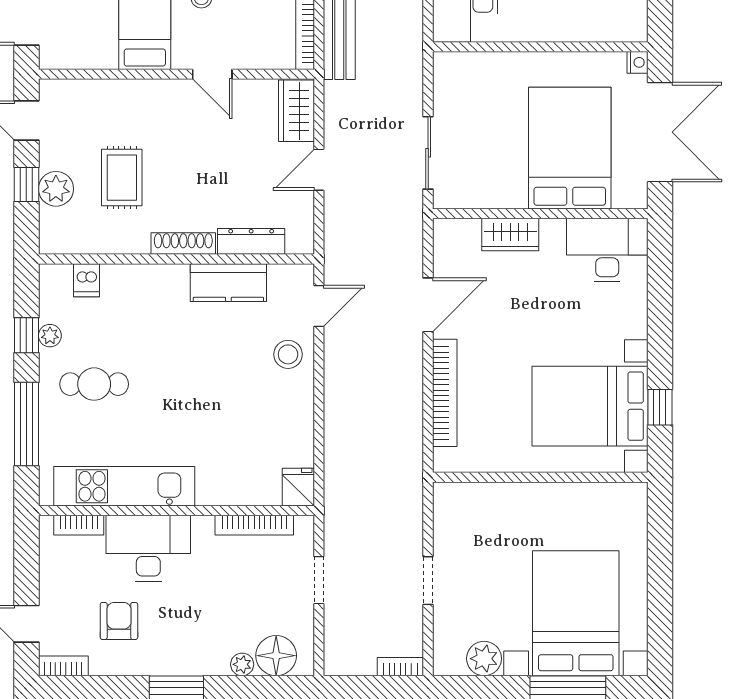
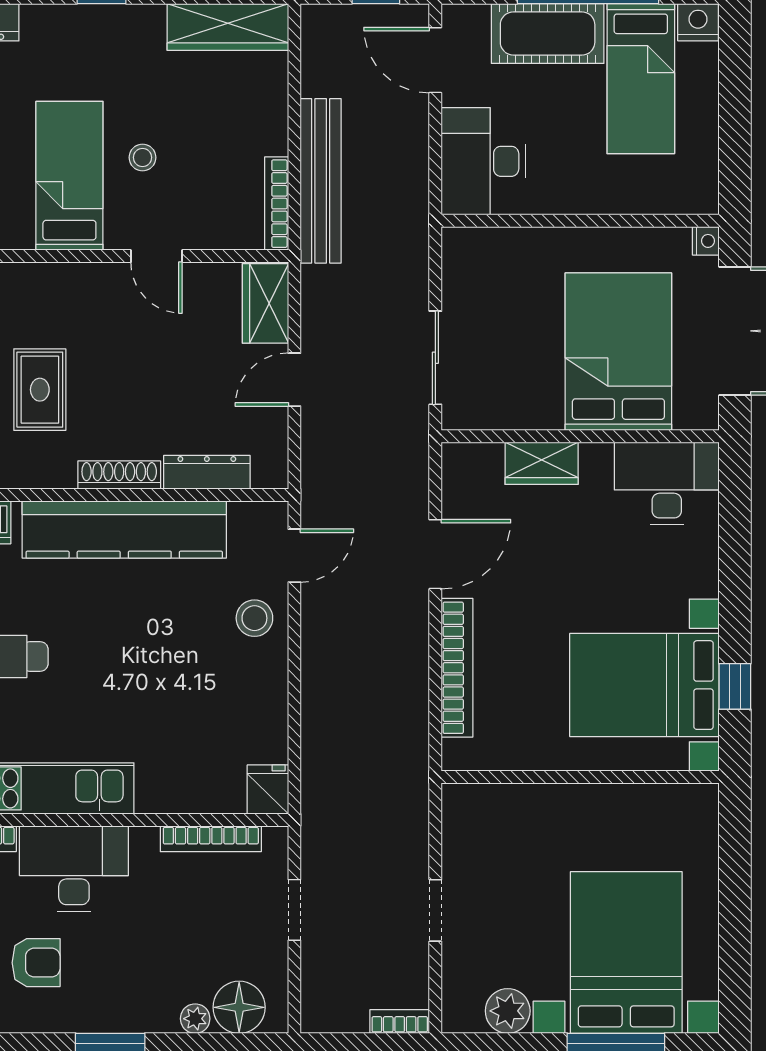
kitchen counter: (228, 283) -> (124, 529), width x2.08, depth x1.17
armchair: (119, 621) -> (36, 963), turned 90

